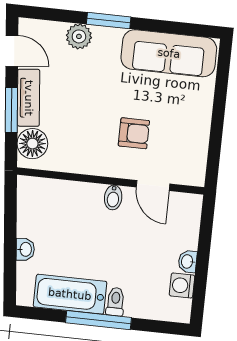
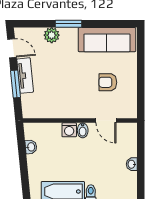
armchair: (134, 133) -> (108, 82), moved, turned 180
floor lamp: (32, 144) -> (30, 103), removed
washbasin: (25, 249) -> (31, 147), moved
washing machine: (182, 285) -> (69, 130), moved, turned -90

